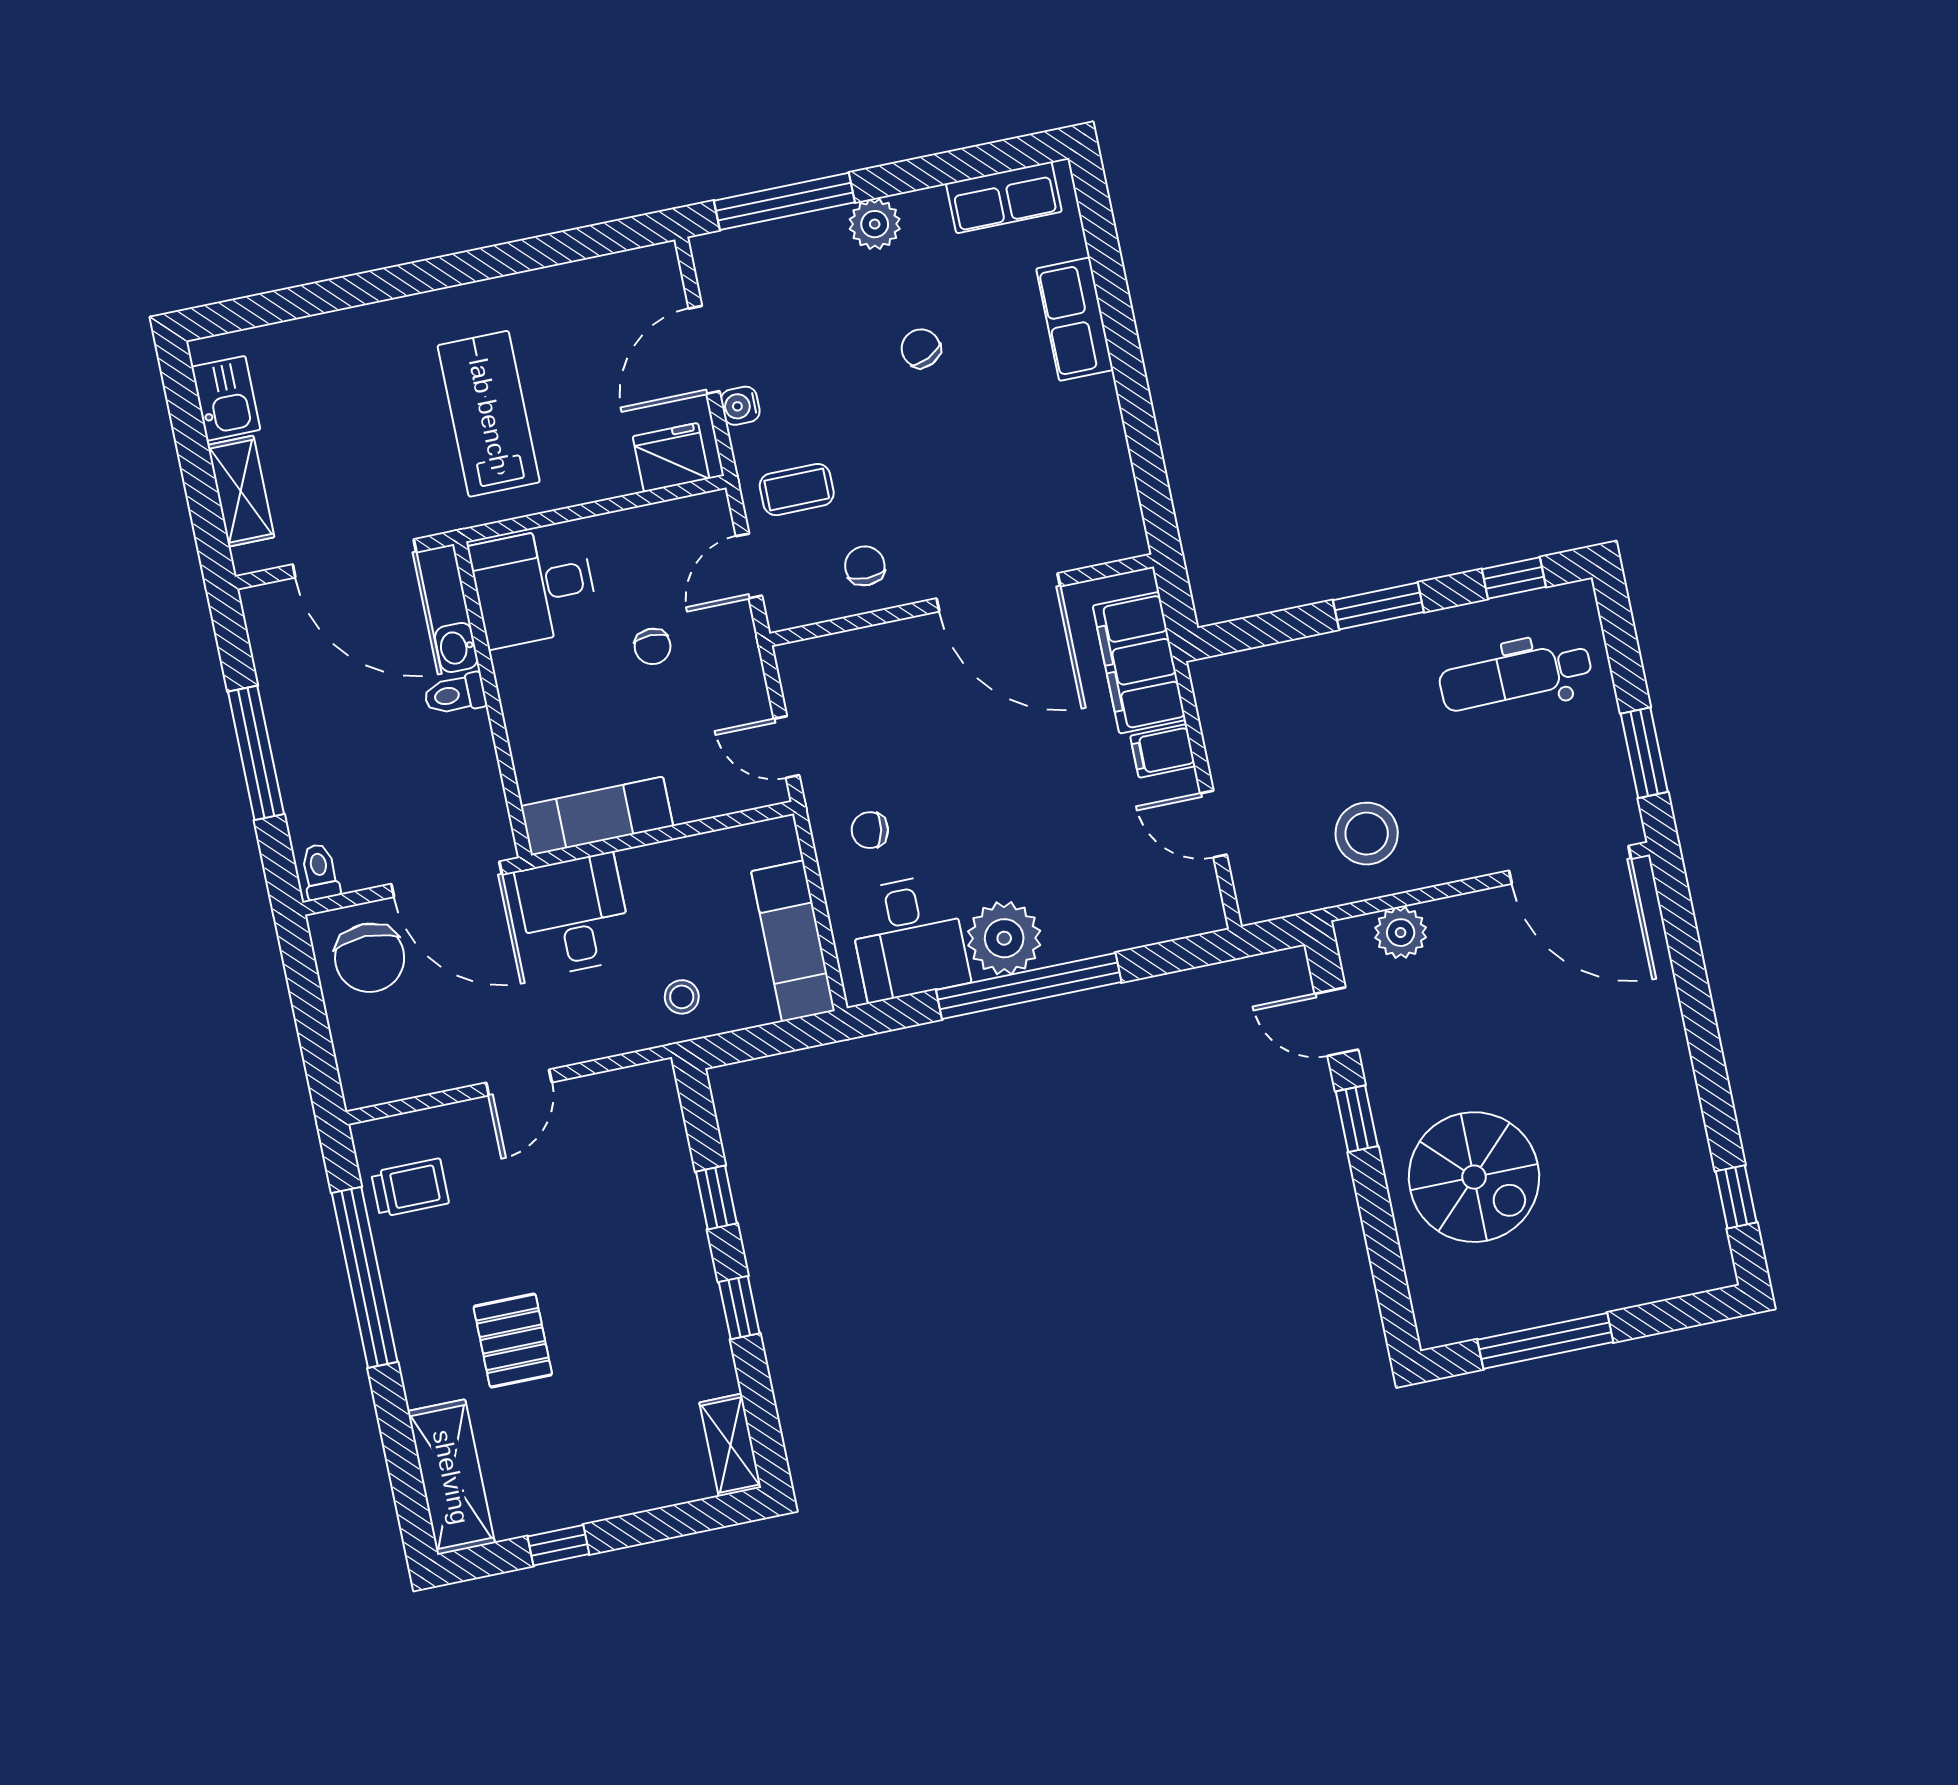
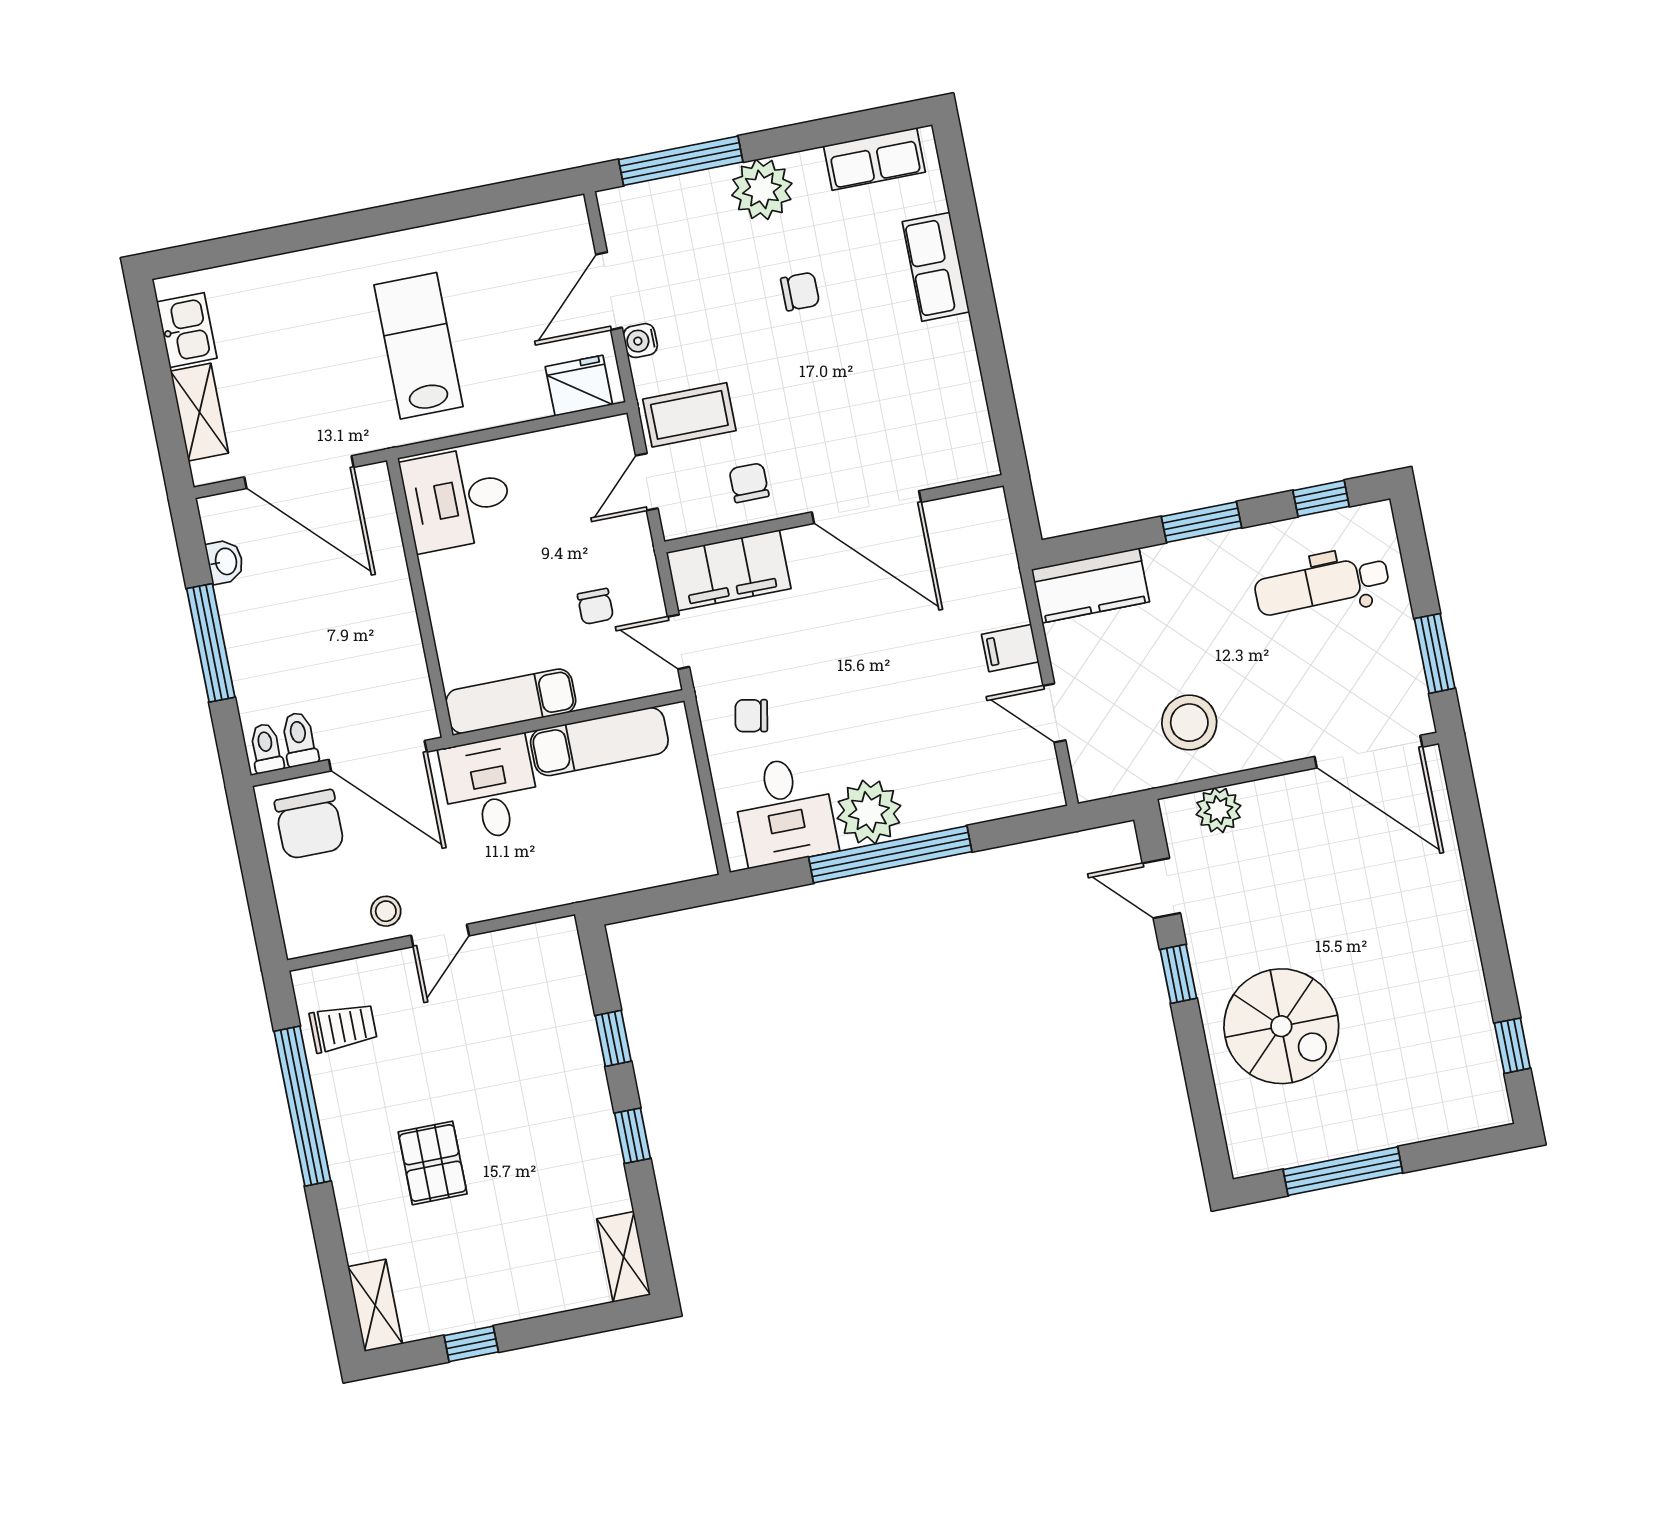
plant: (875, 224) -> (762, 189), width x1.36, depth x1.36
chair: (921, 348) -> (800, 291), turned 116
coffee table: (797, 490) -> (689, 415), width x1.36, depth x1.30
chair: (653, 646) -> (595, 606), moved
washbasin: (456, 648) -> (225, 562), moved, turned 180
filing cabinet: (1139, 663) -> (729, 570), moved, turned -90
kitchen counter: (1253, 679) -> (1090, 585), added
toilet: (455, 694) -> (299, 739), moved, turned 90
exam couch: (793, 941) -> (599, 742), moved, turned -90
stool: (682, 997) -> (386, 911), moved
shelving: (451, 1477) -> (375, 1305), width x0.67, depth x0.75

